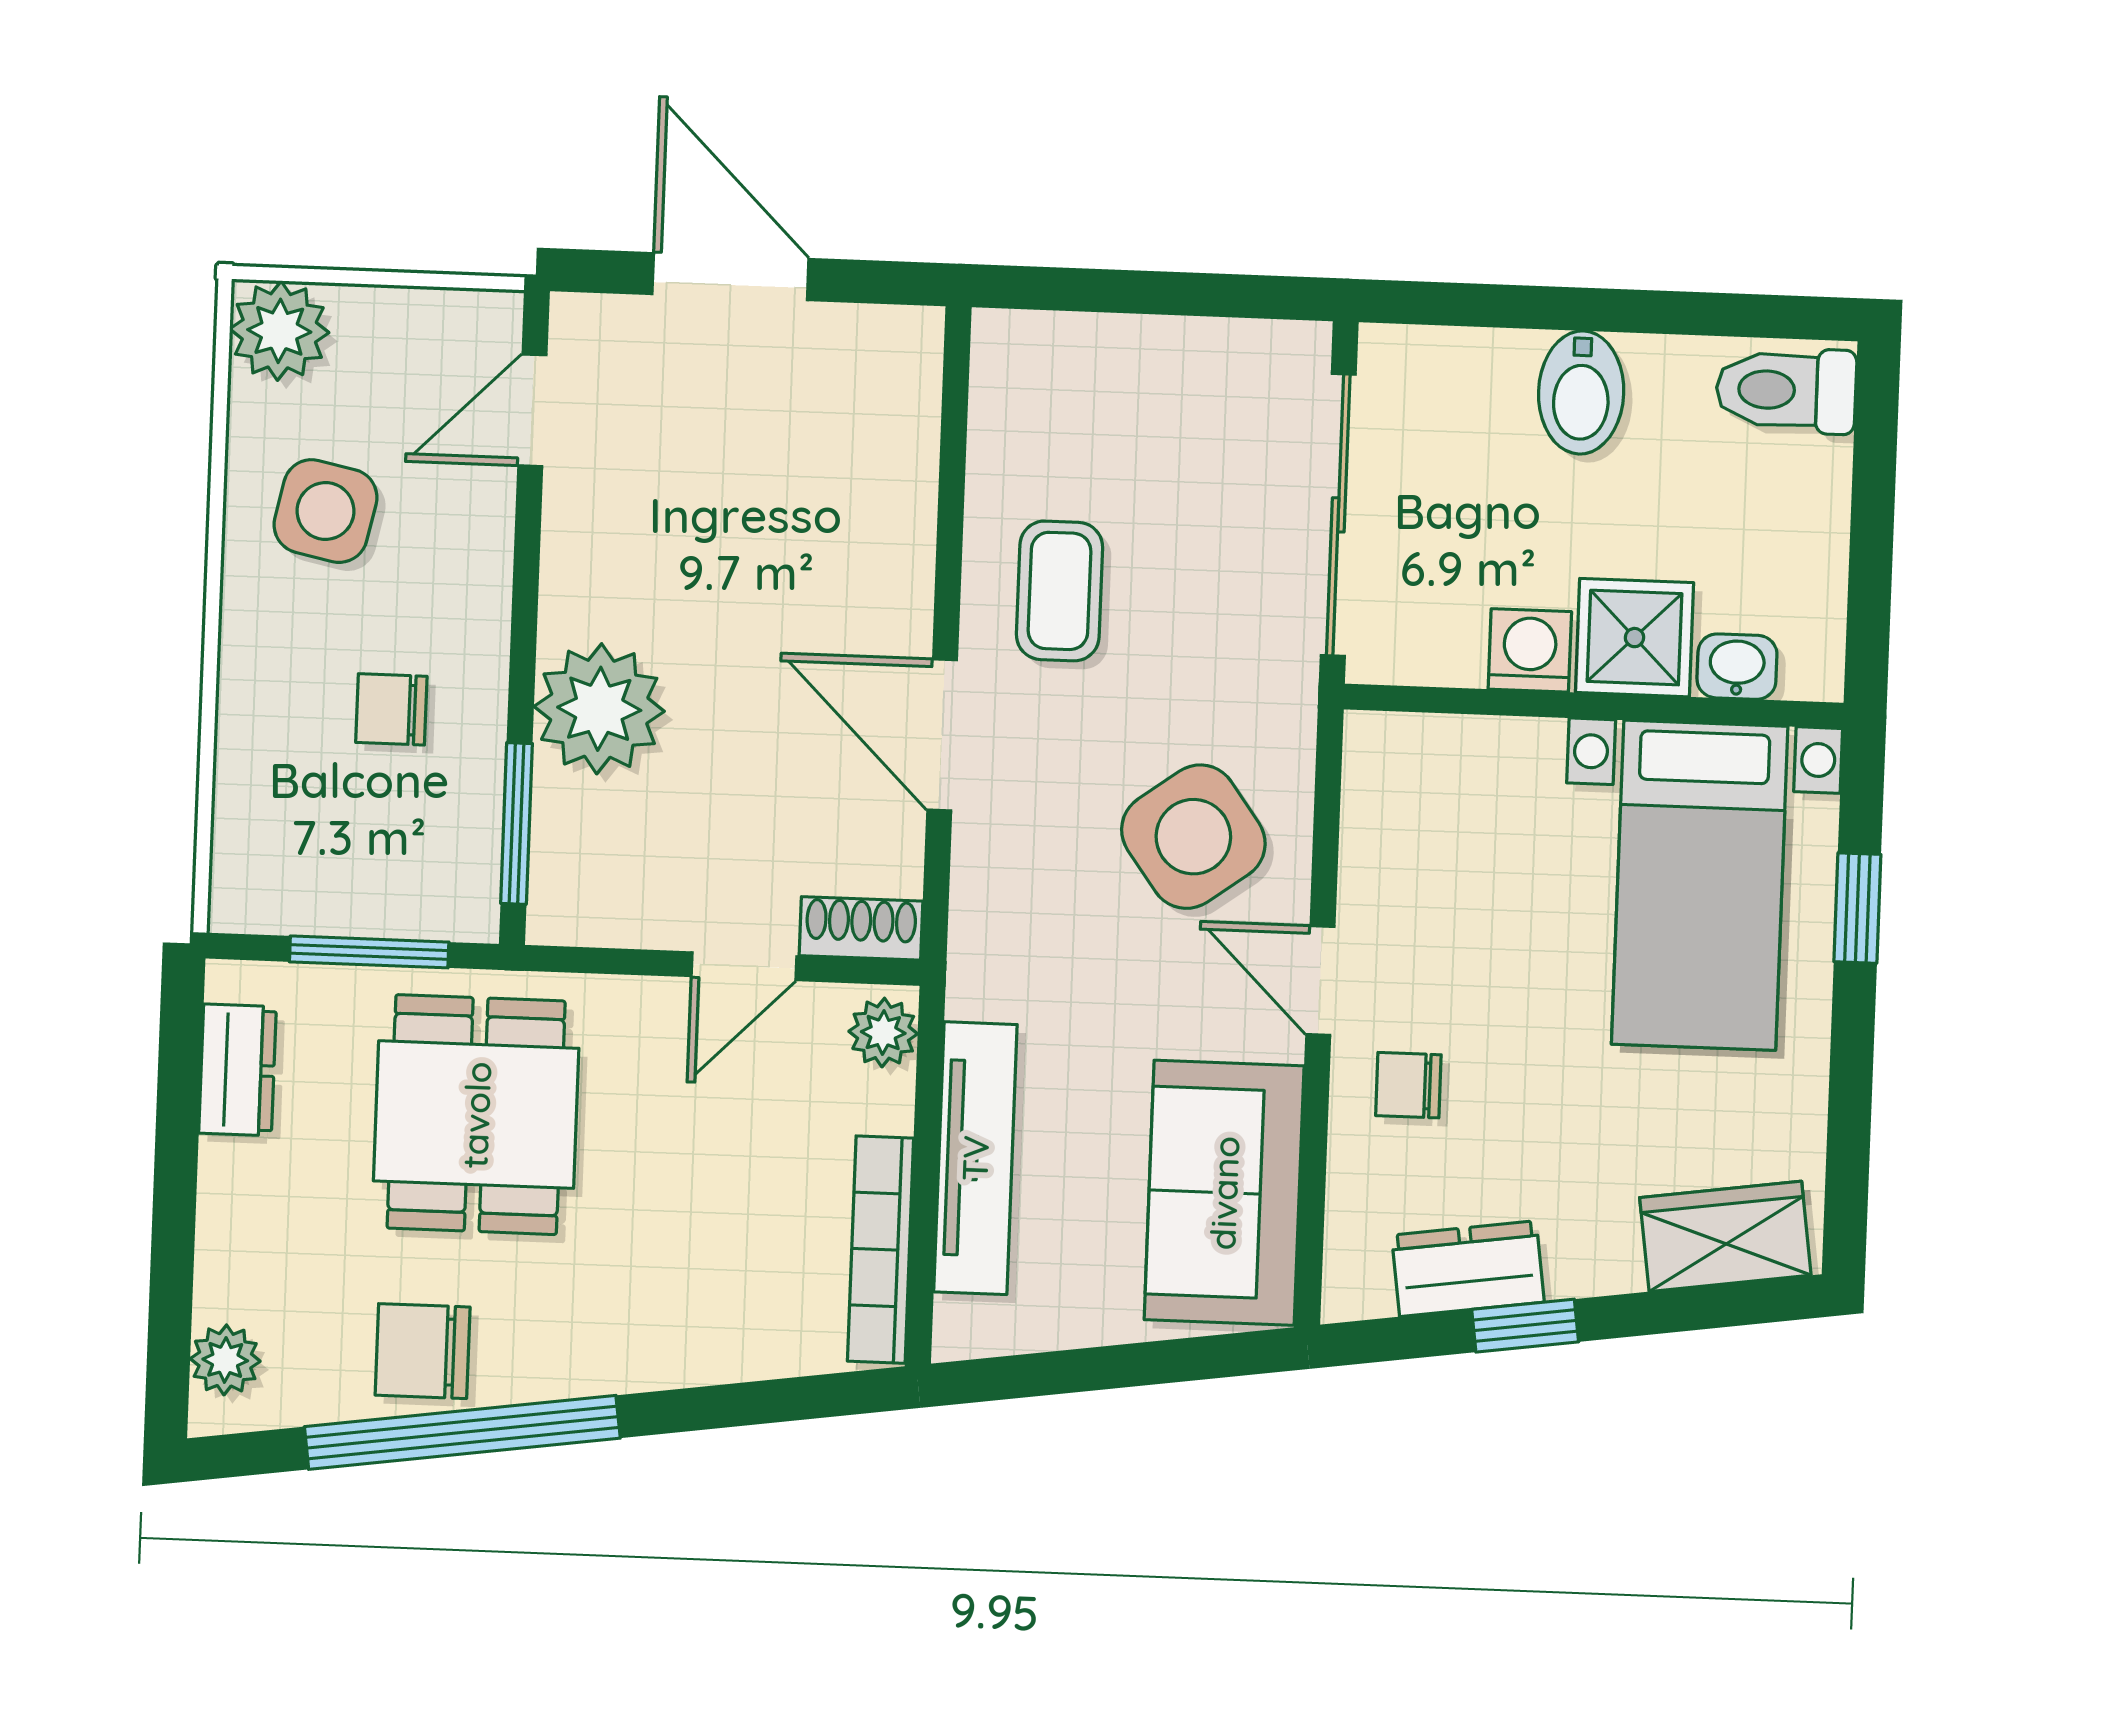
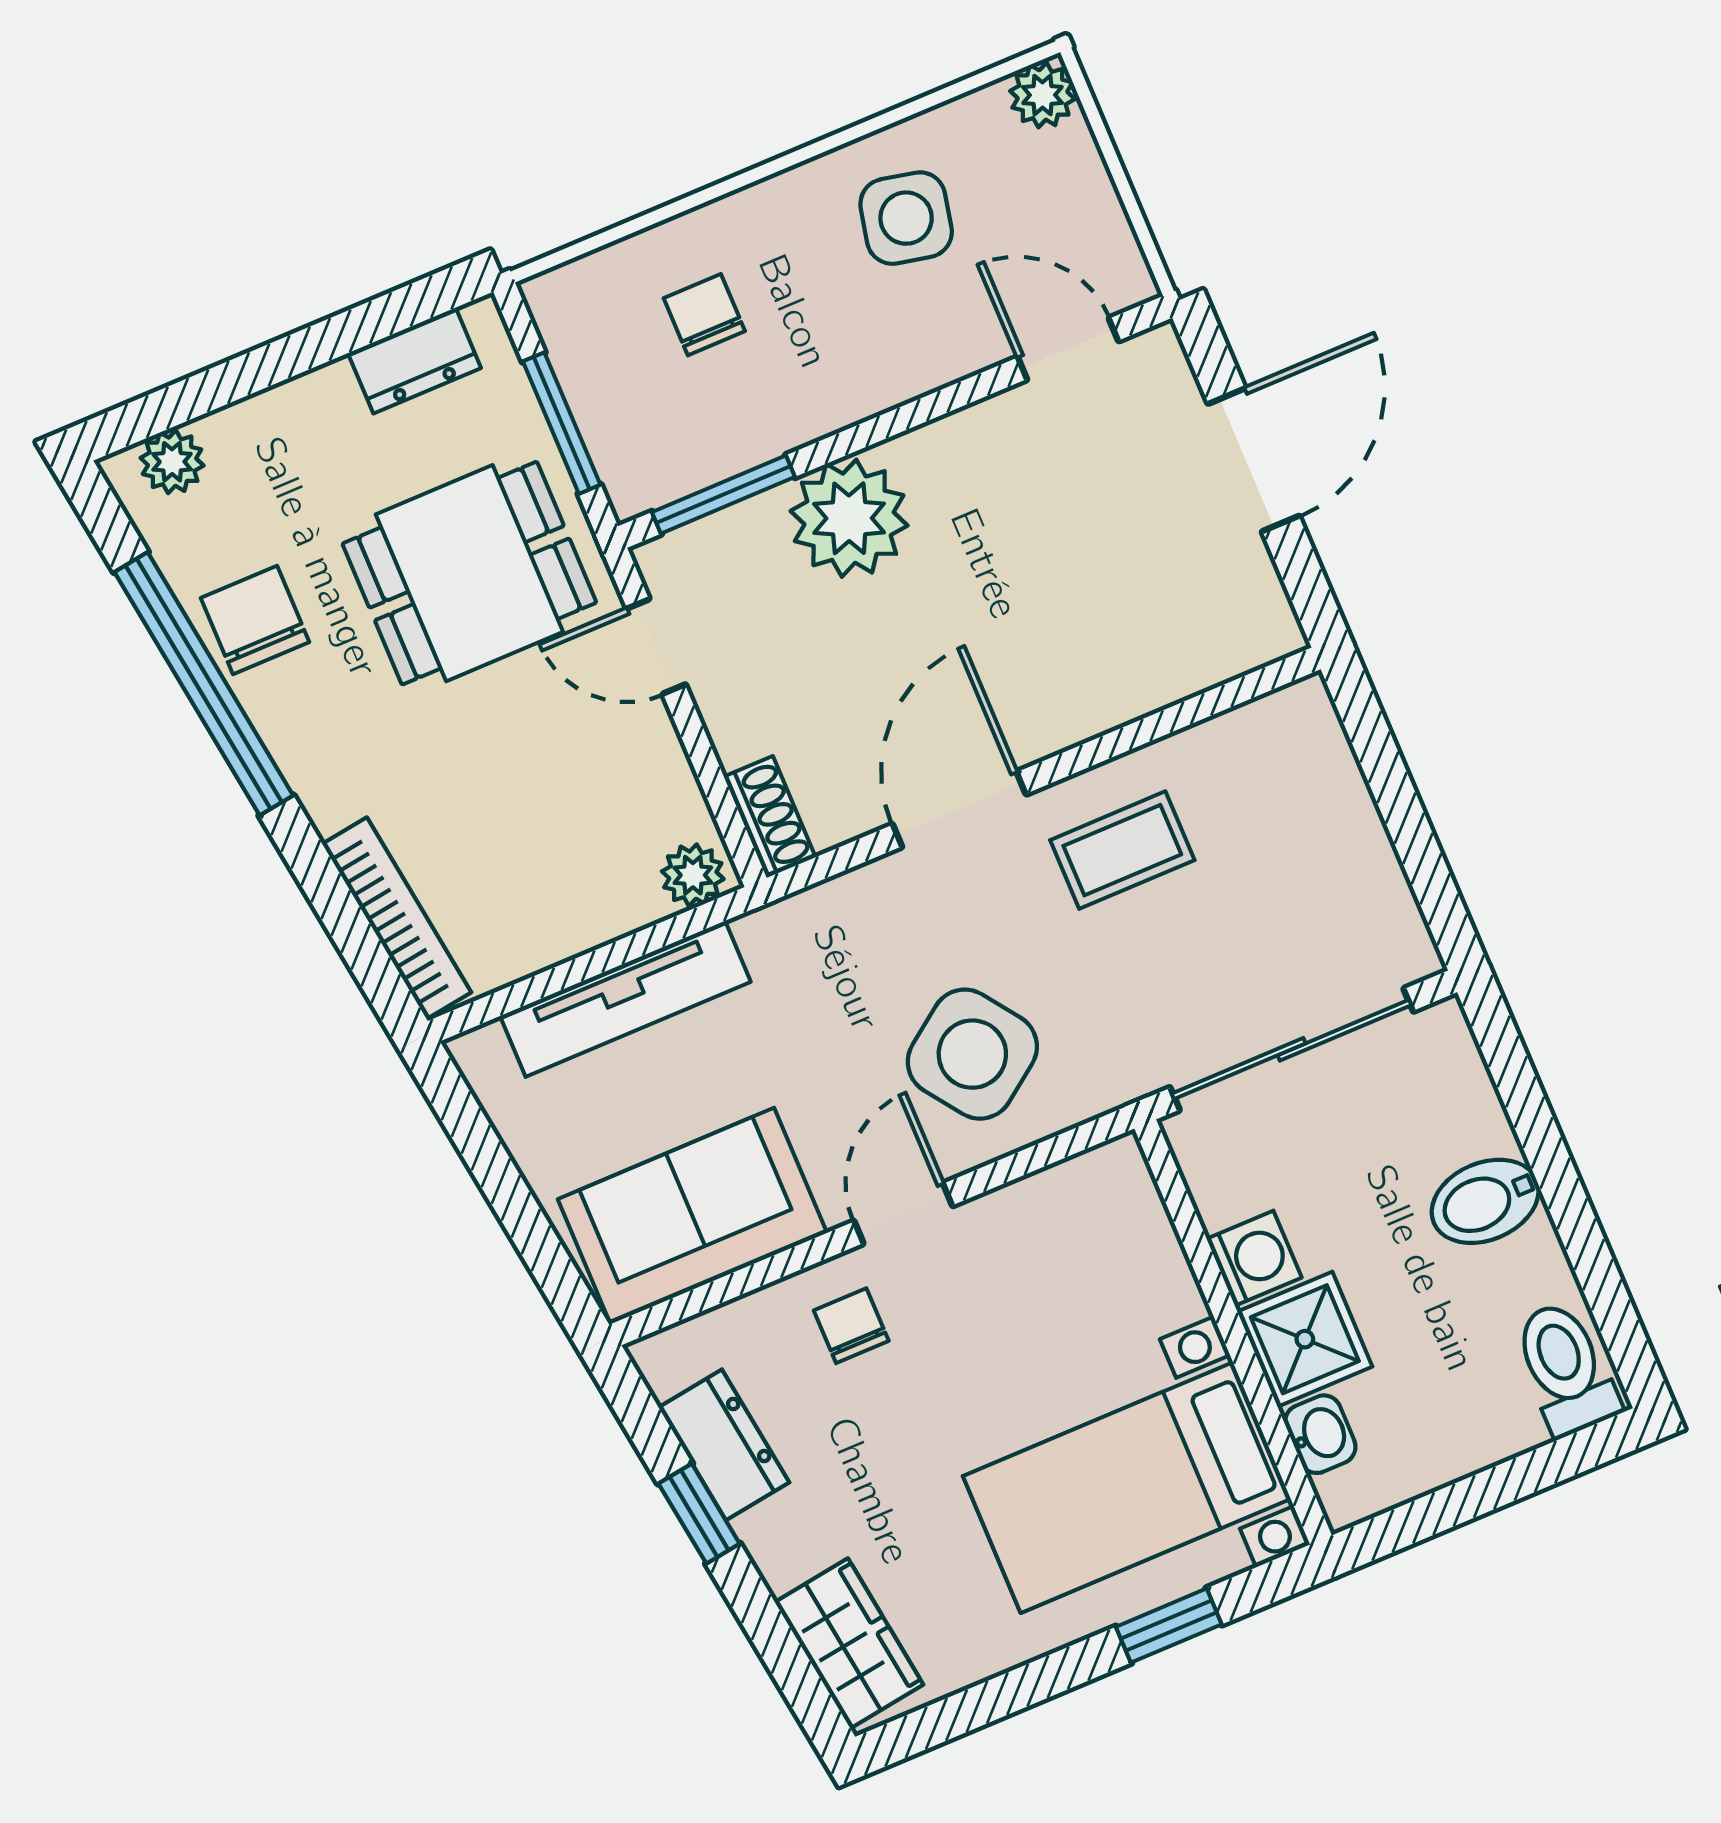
plant: (279, 331) -> (1043, 95), width x0.73, depth x0.73
chair: (391, 709) -> (704, 315), moved
door: (744, 966) -> (656, 646), moved
bookcase: (881, 1250) -> (397, 918), moved, turned 82

